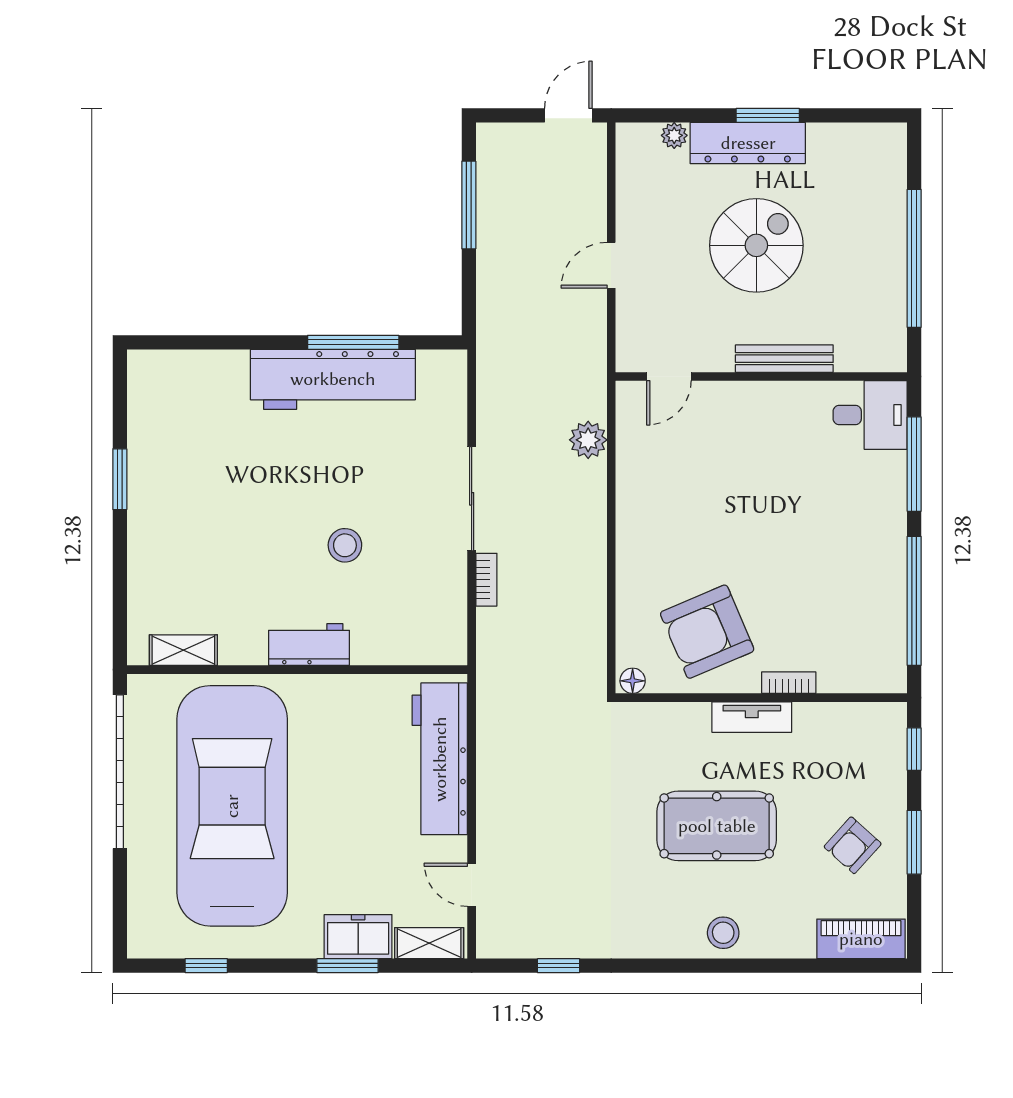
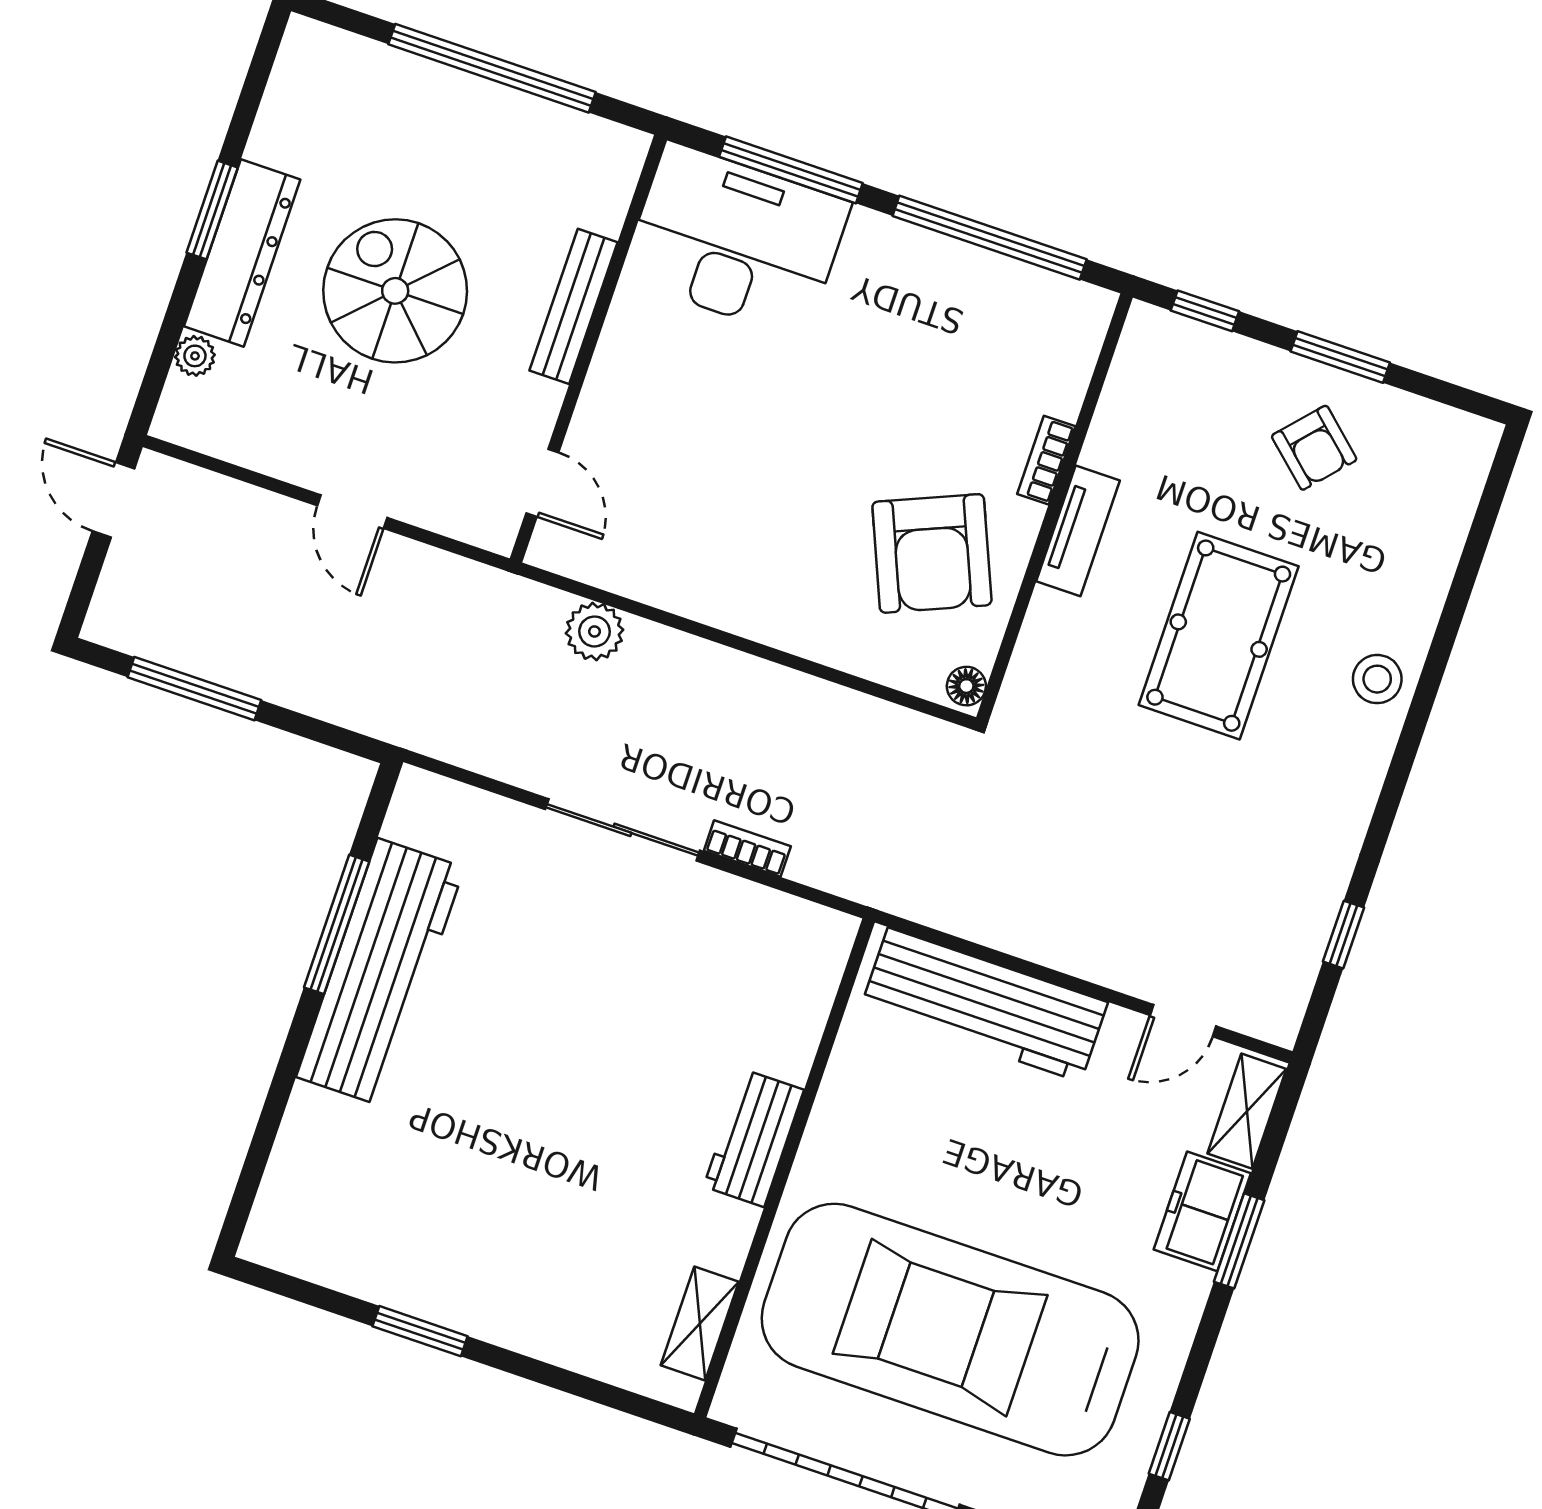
desk: (870, 415) -> (736, 240), width x1.87, depth x1.30
stool: (345, 545) -> (627, 1037), removed
piano: (861, 939) -> (1454, 482), removed

